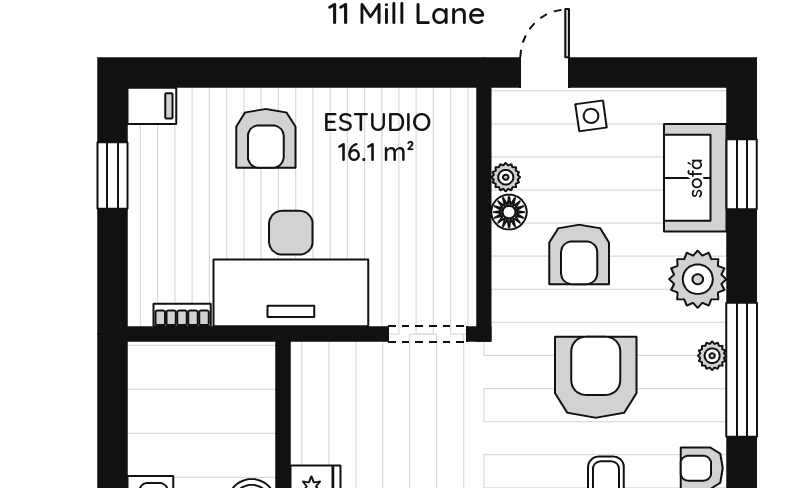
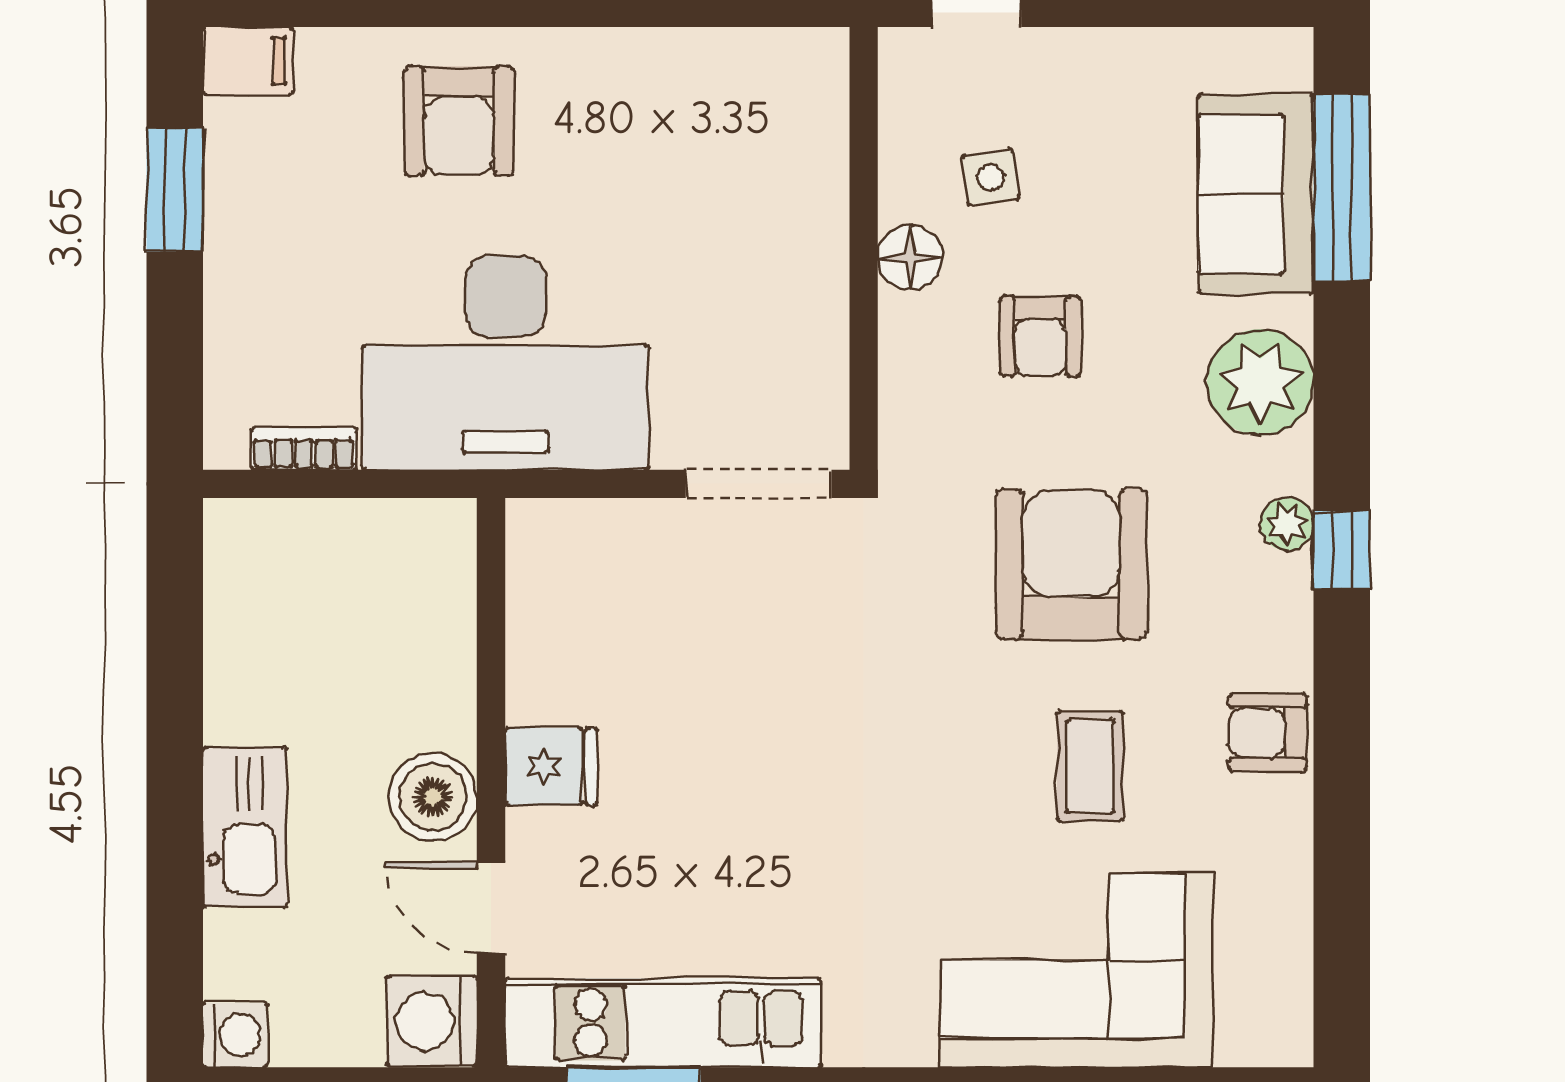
side table: (591, 116) -> (991, 177), moved
window: (742, 174) -> (1342, 188), width x1.44
plant: (506, 177) -> (904, 193), removed
armchair: (579, 254) -> (1040, 336), width x0.72, depth x0.72
window: (742, 370) -> (1342, 550), width x0.32

